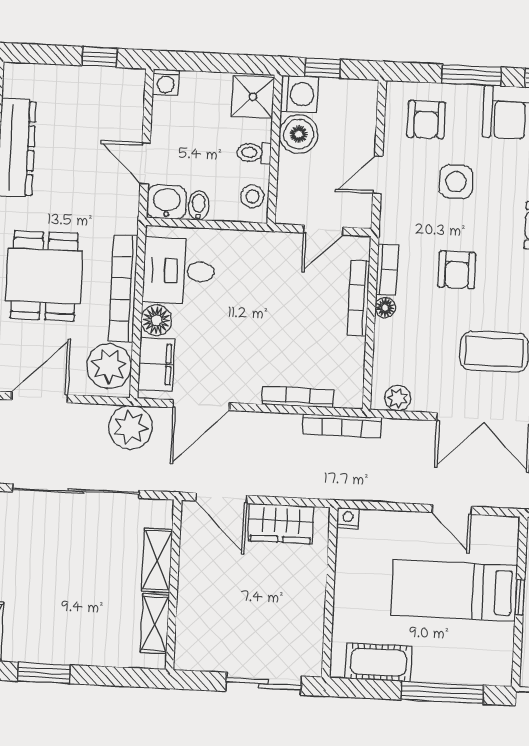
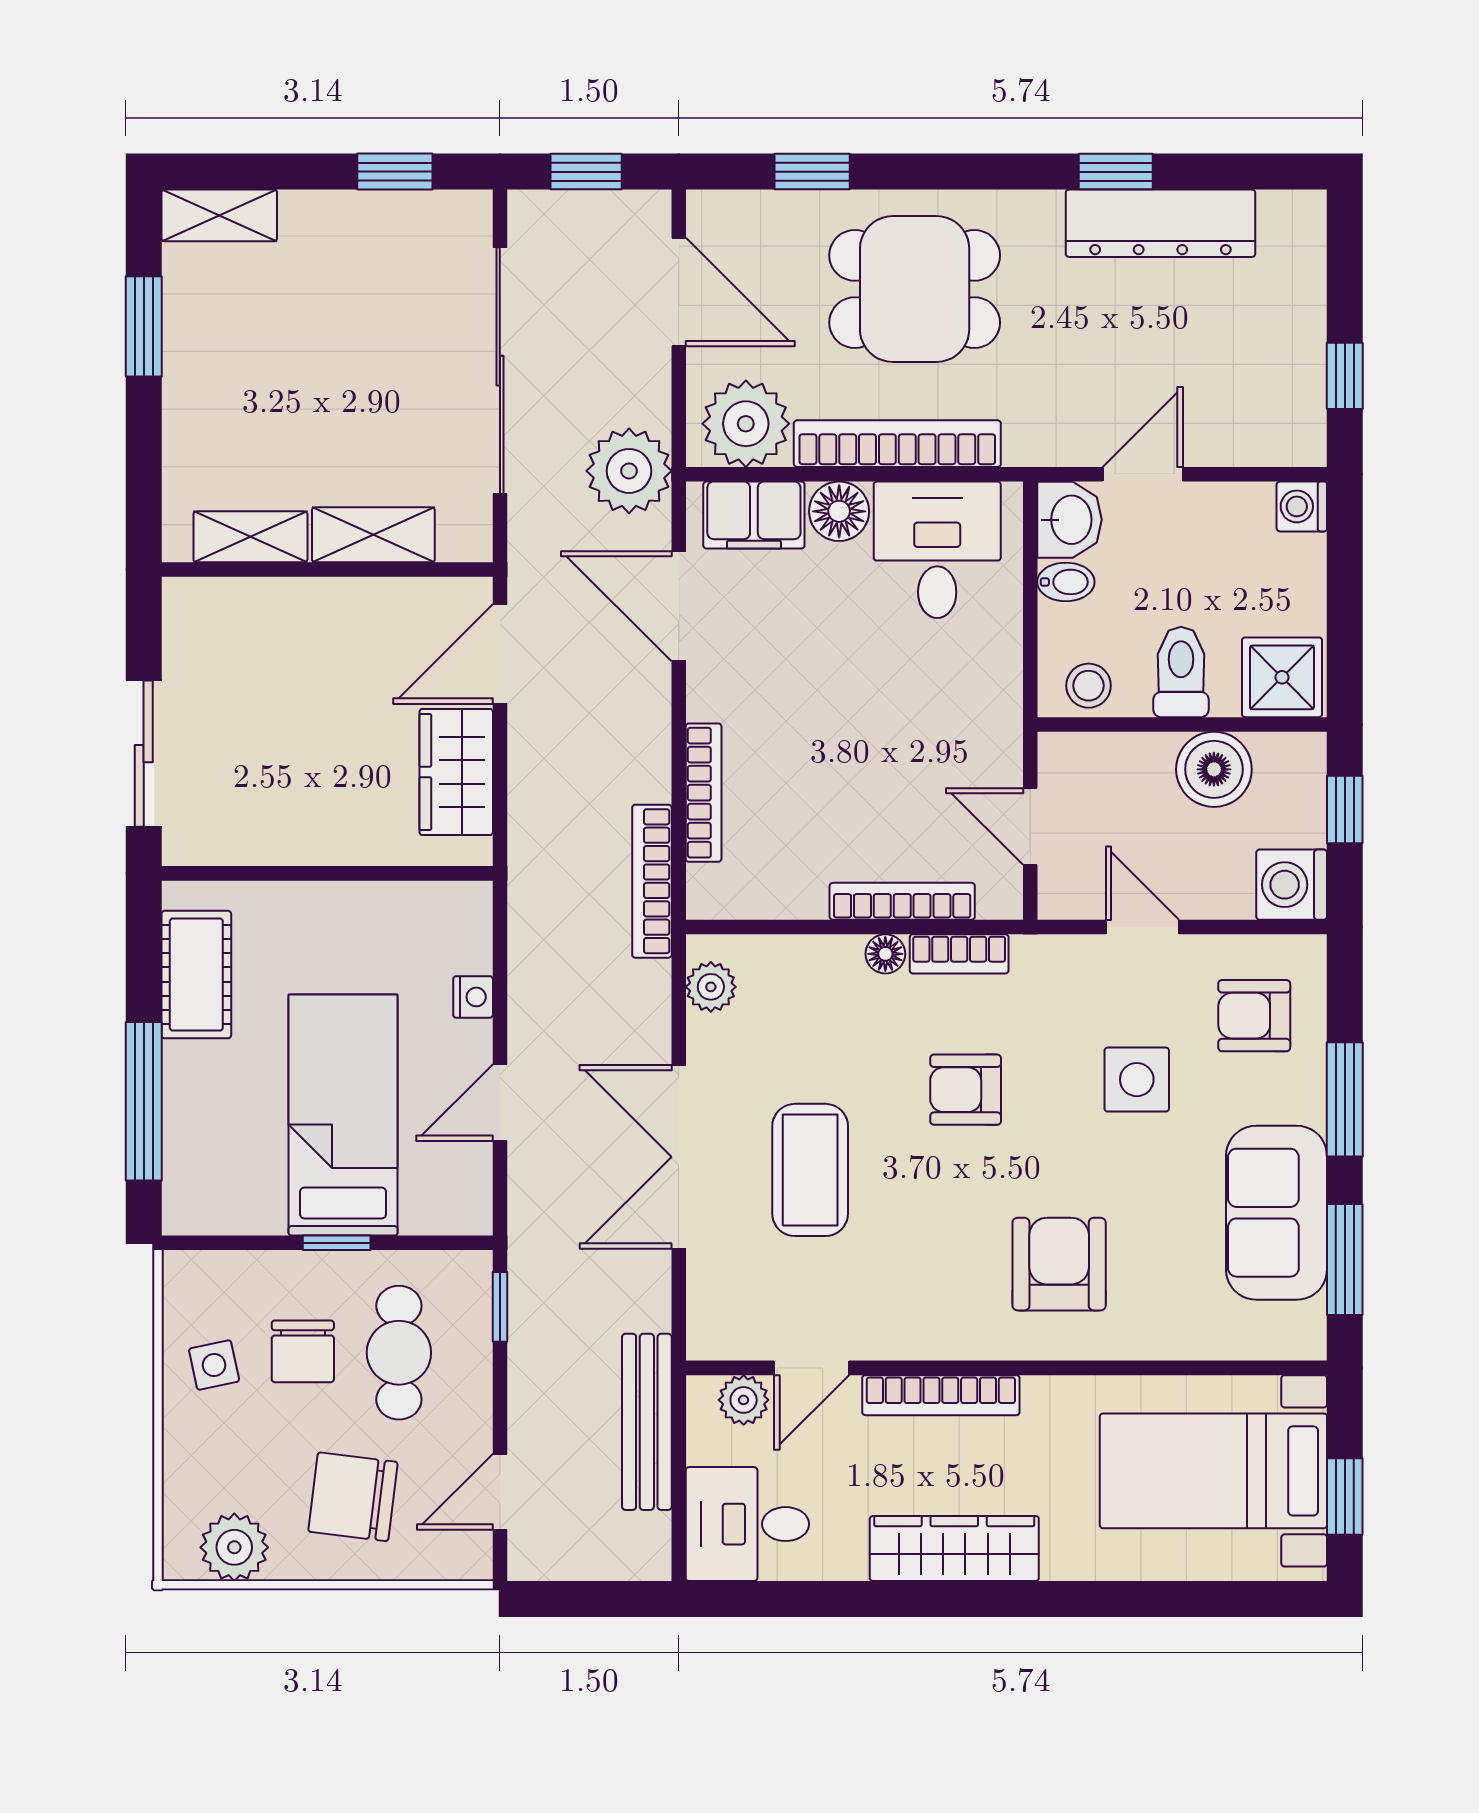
washing machine: (299, 94) -> (1292, 885), moved, turned 90
toilet: (254, 153) -> (1181, 672), width x1.37, depth x1.39
nightstand: (348, 518) -> (473, 997), moved

